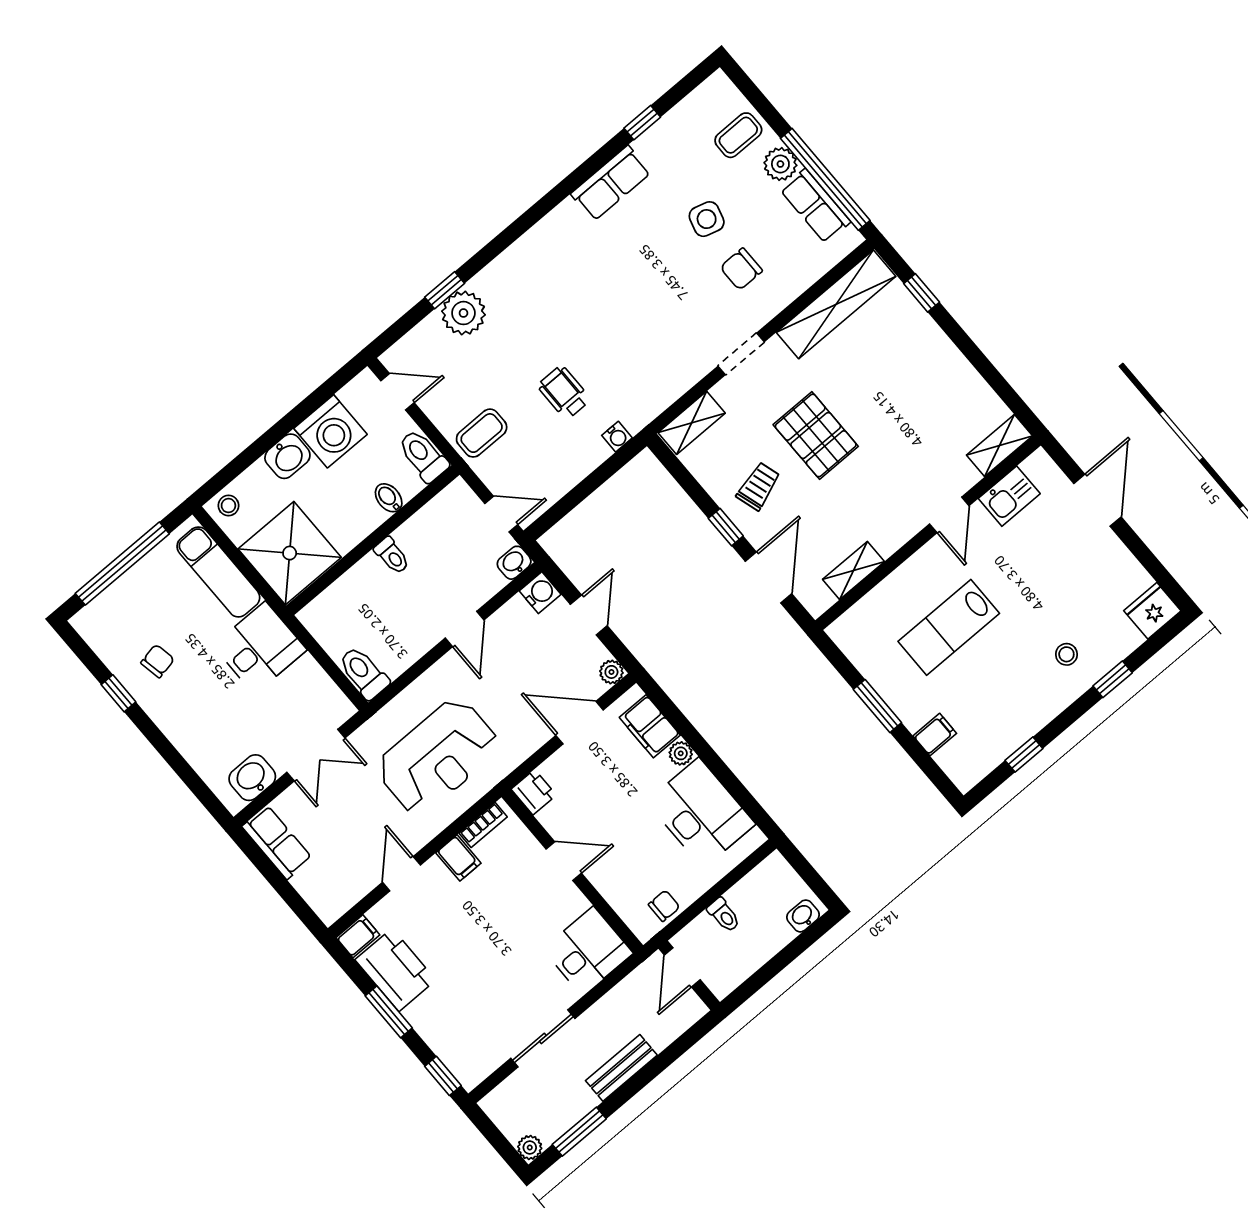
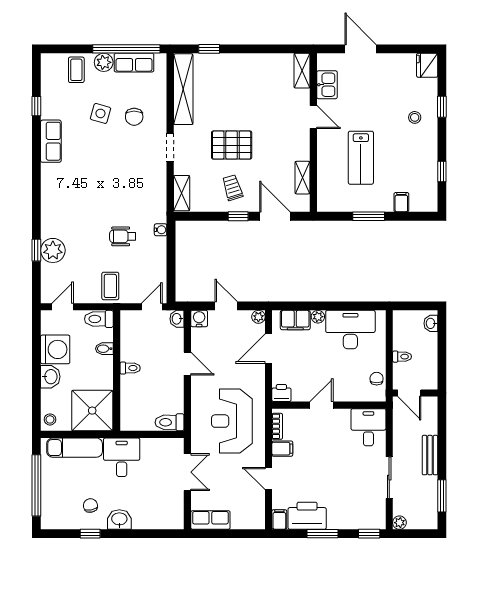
reception desk: (438, 757) -> (232, 421), turned 180
washbasin: (252, 778) -> (119, 519), moved, turned 90
plant: (530, 1148) -> (399, 523), moved

